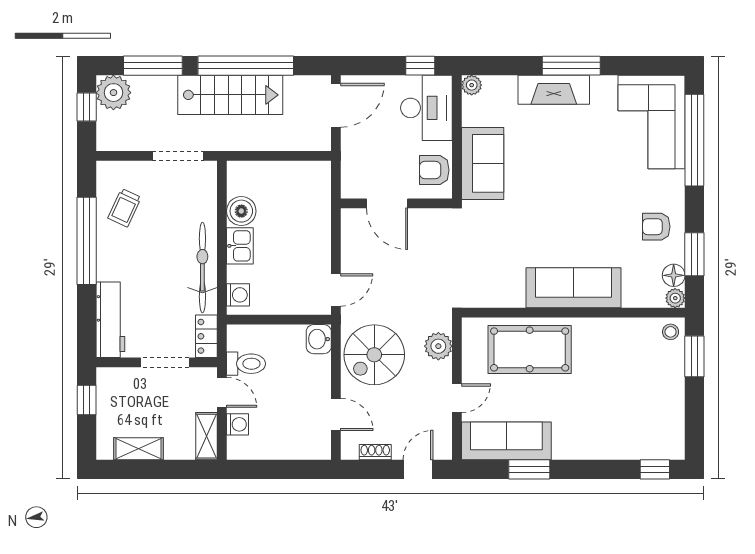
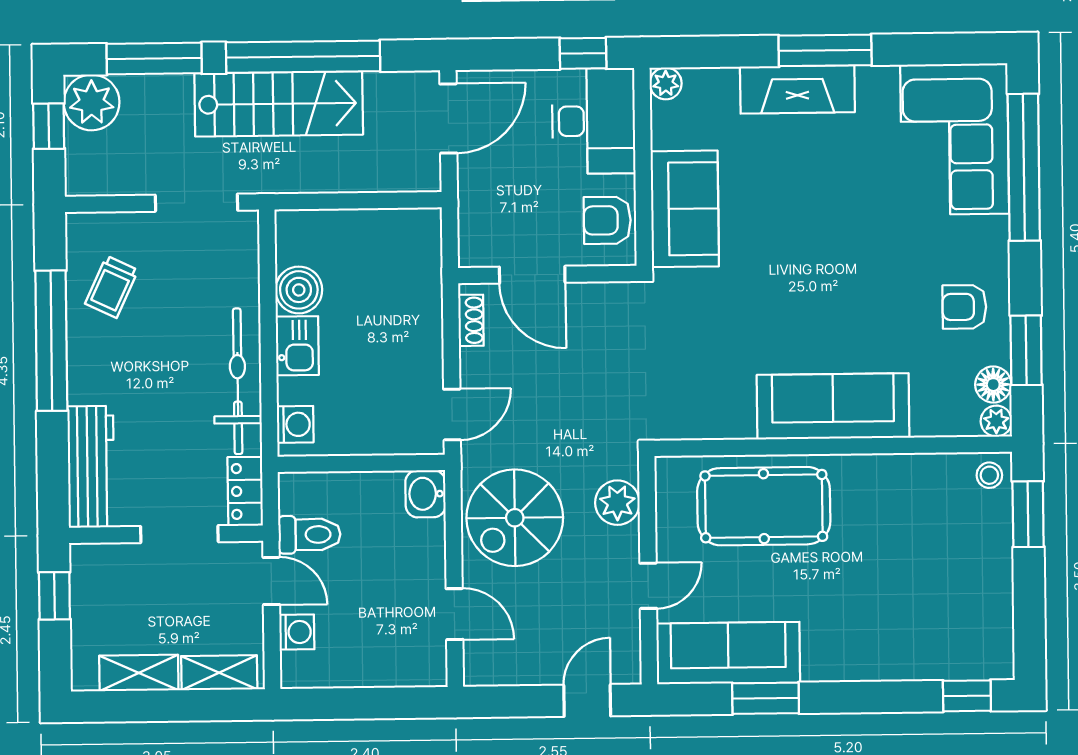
shelving: (207, 436) -> (219, 673), moved, turned 90
shoe rack: (375, 452) -> (471, 320), moved, turned 90

